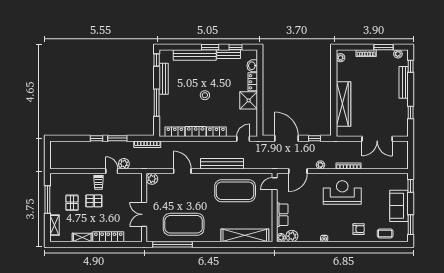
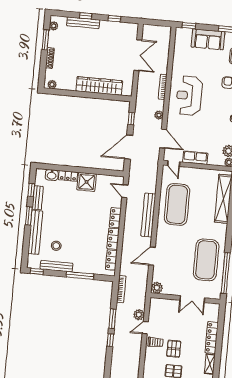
window: (411, 66) -> (86, 16), moved
stool: (205, 95) -> (56, 246), moved
row of seats: (282, 215) -> (195, 158), moved

